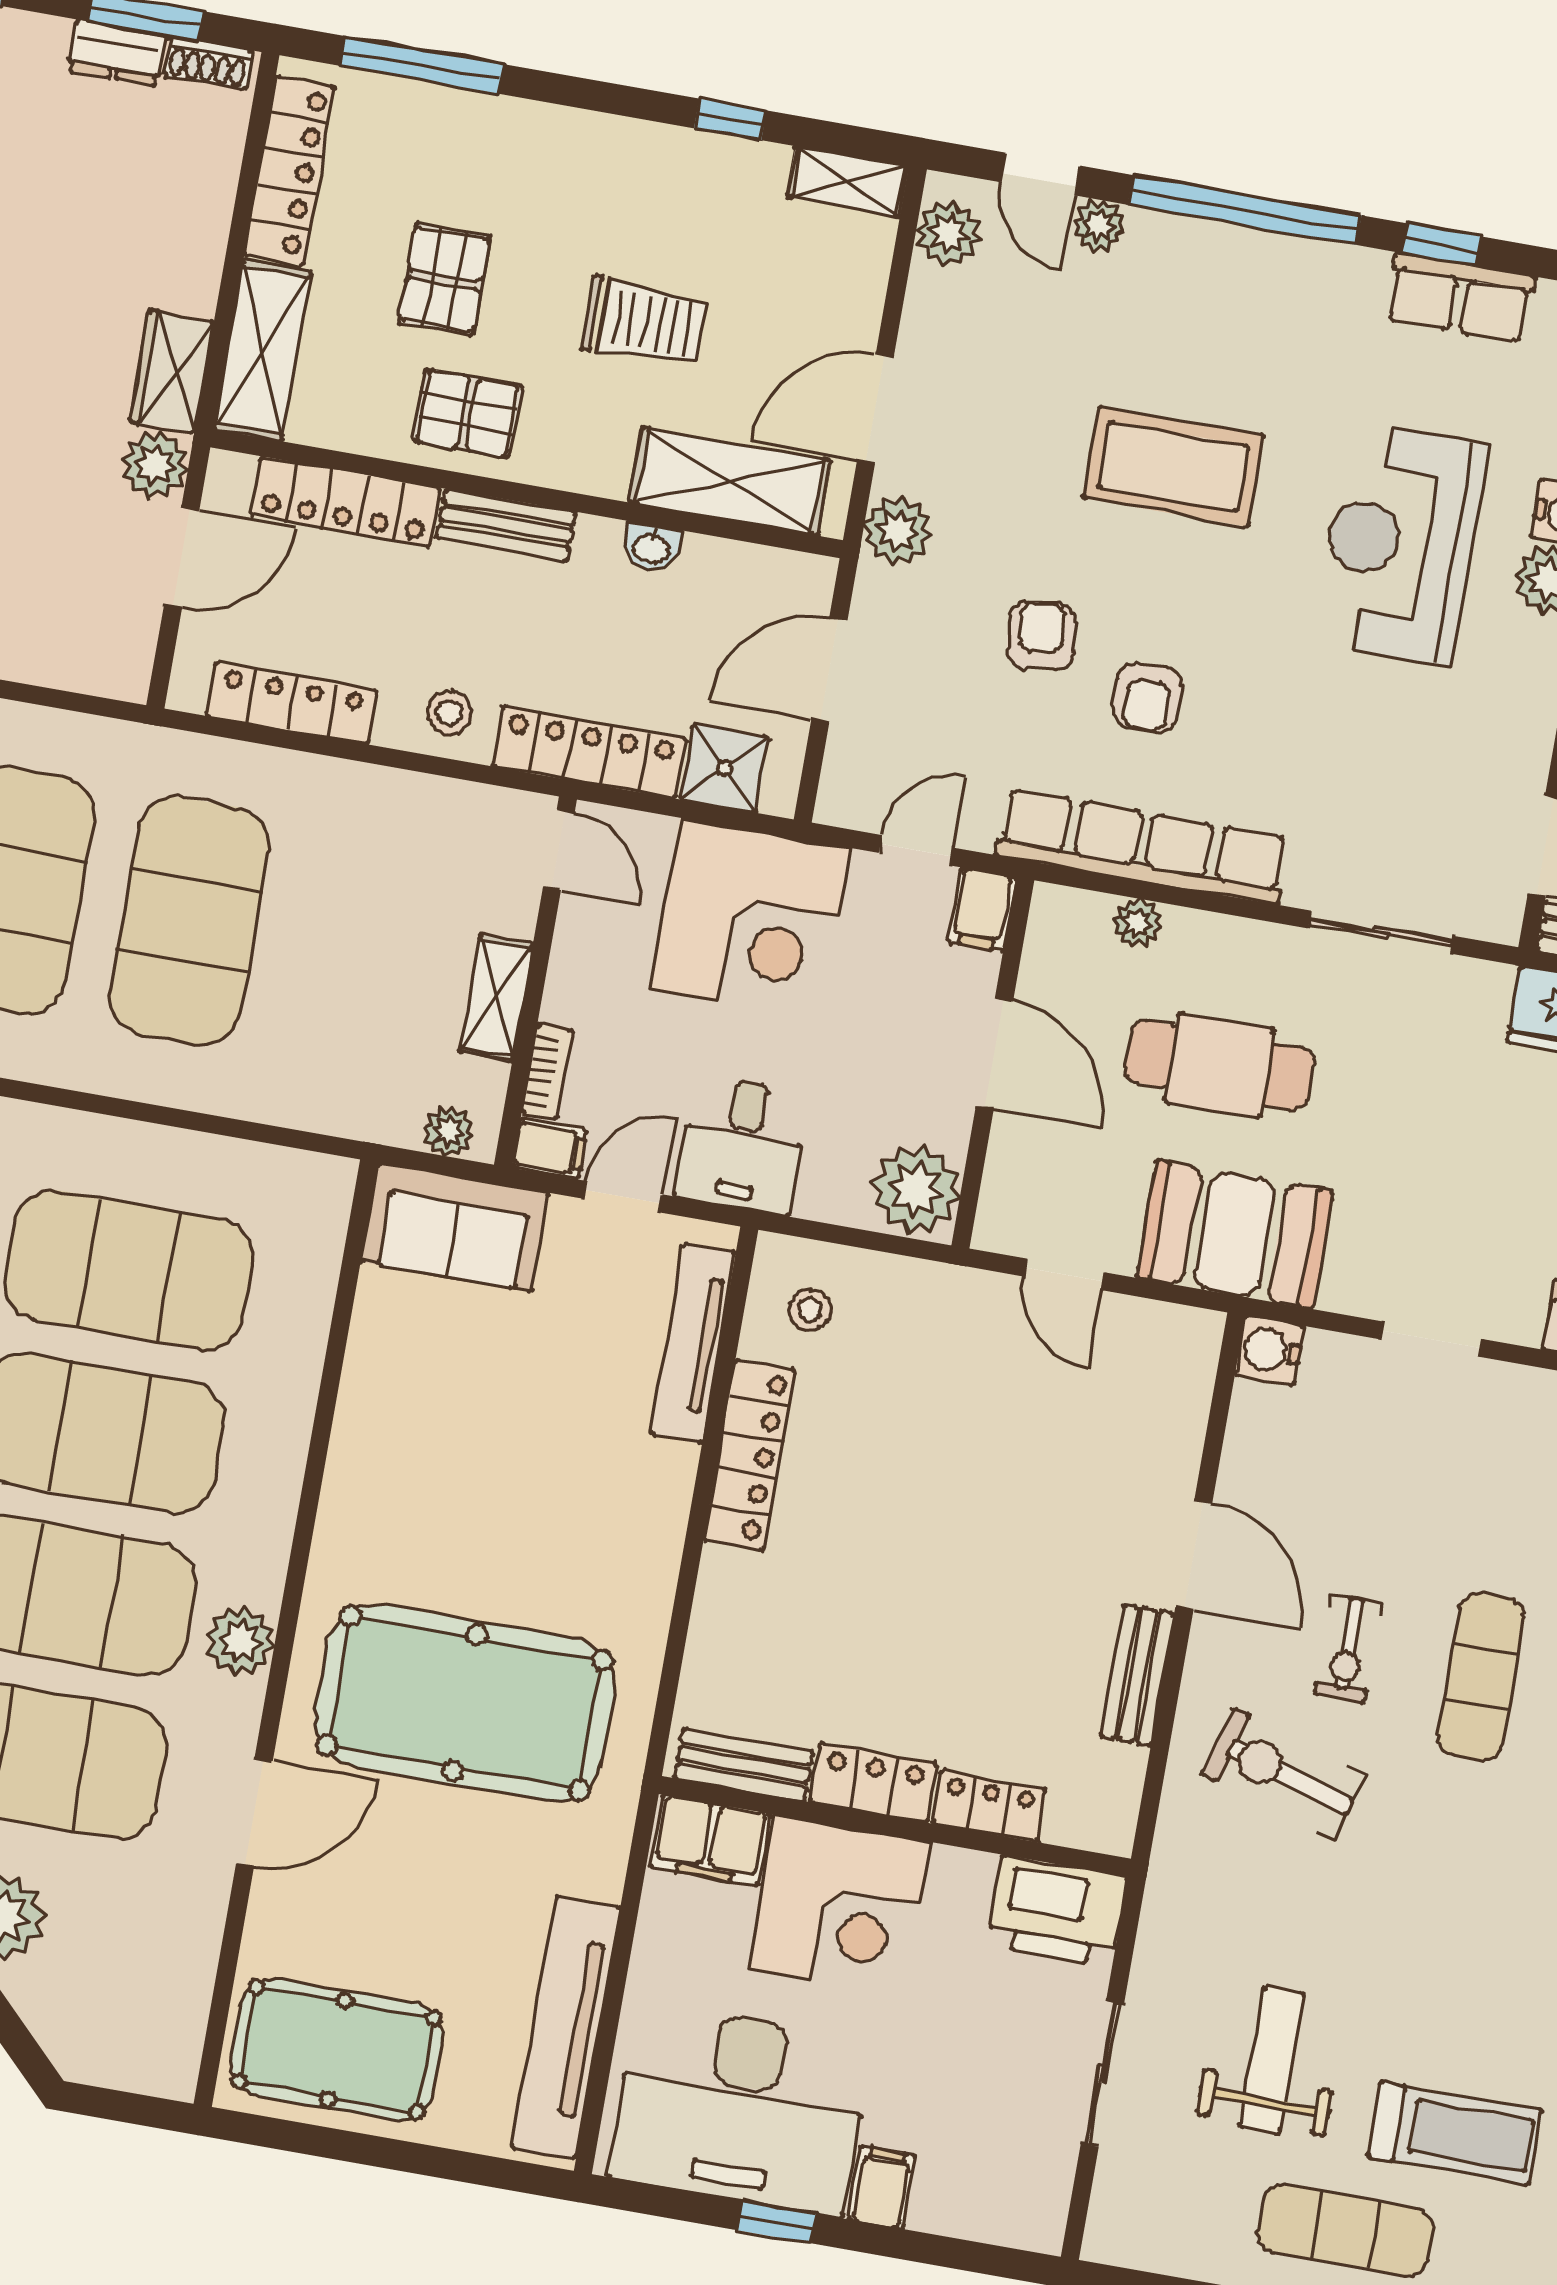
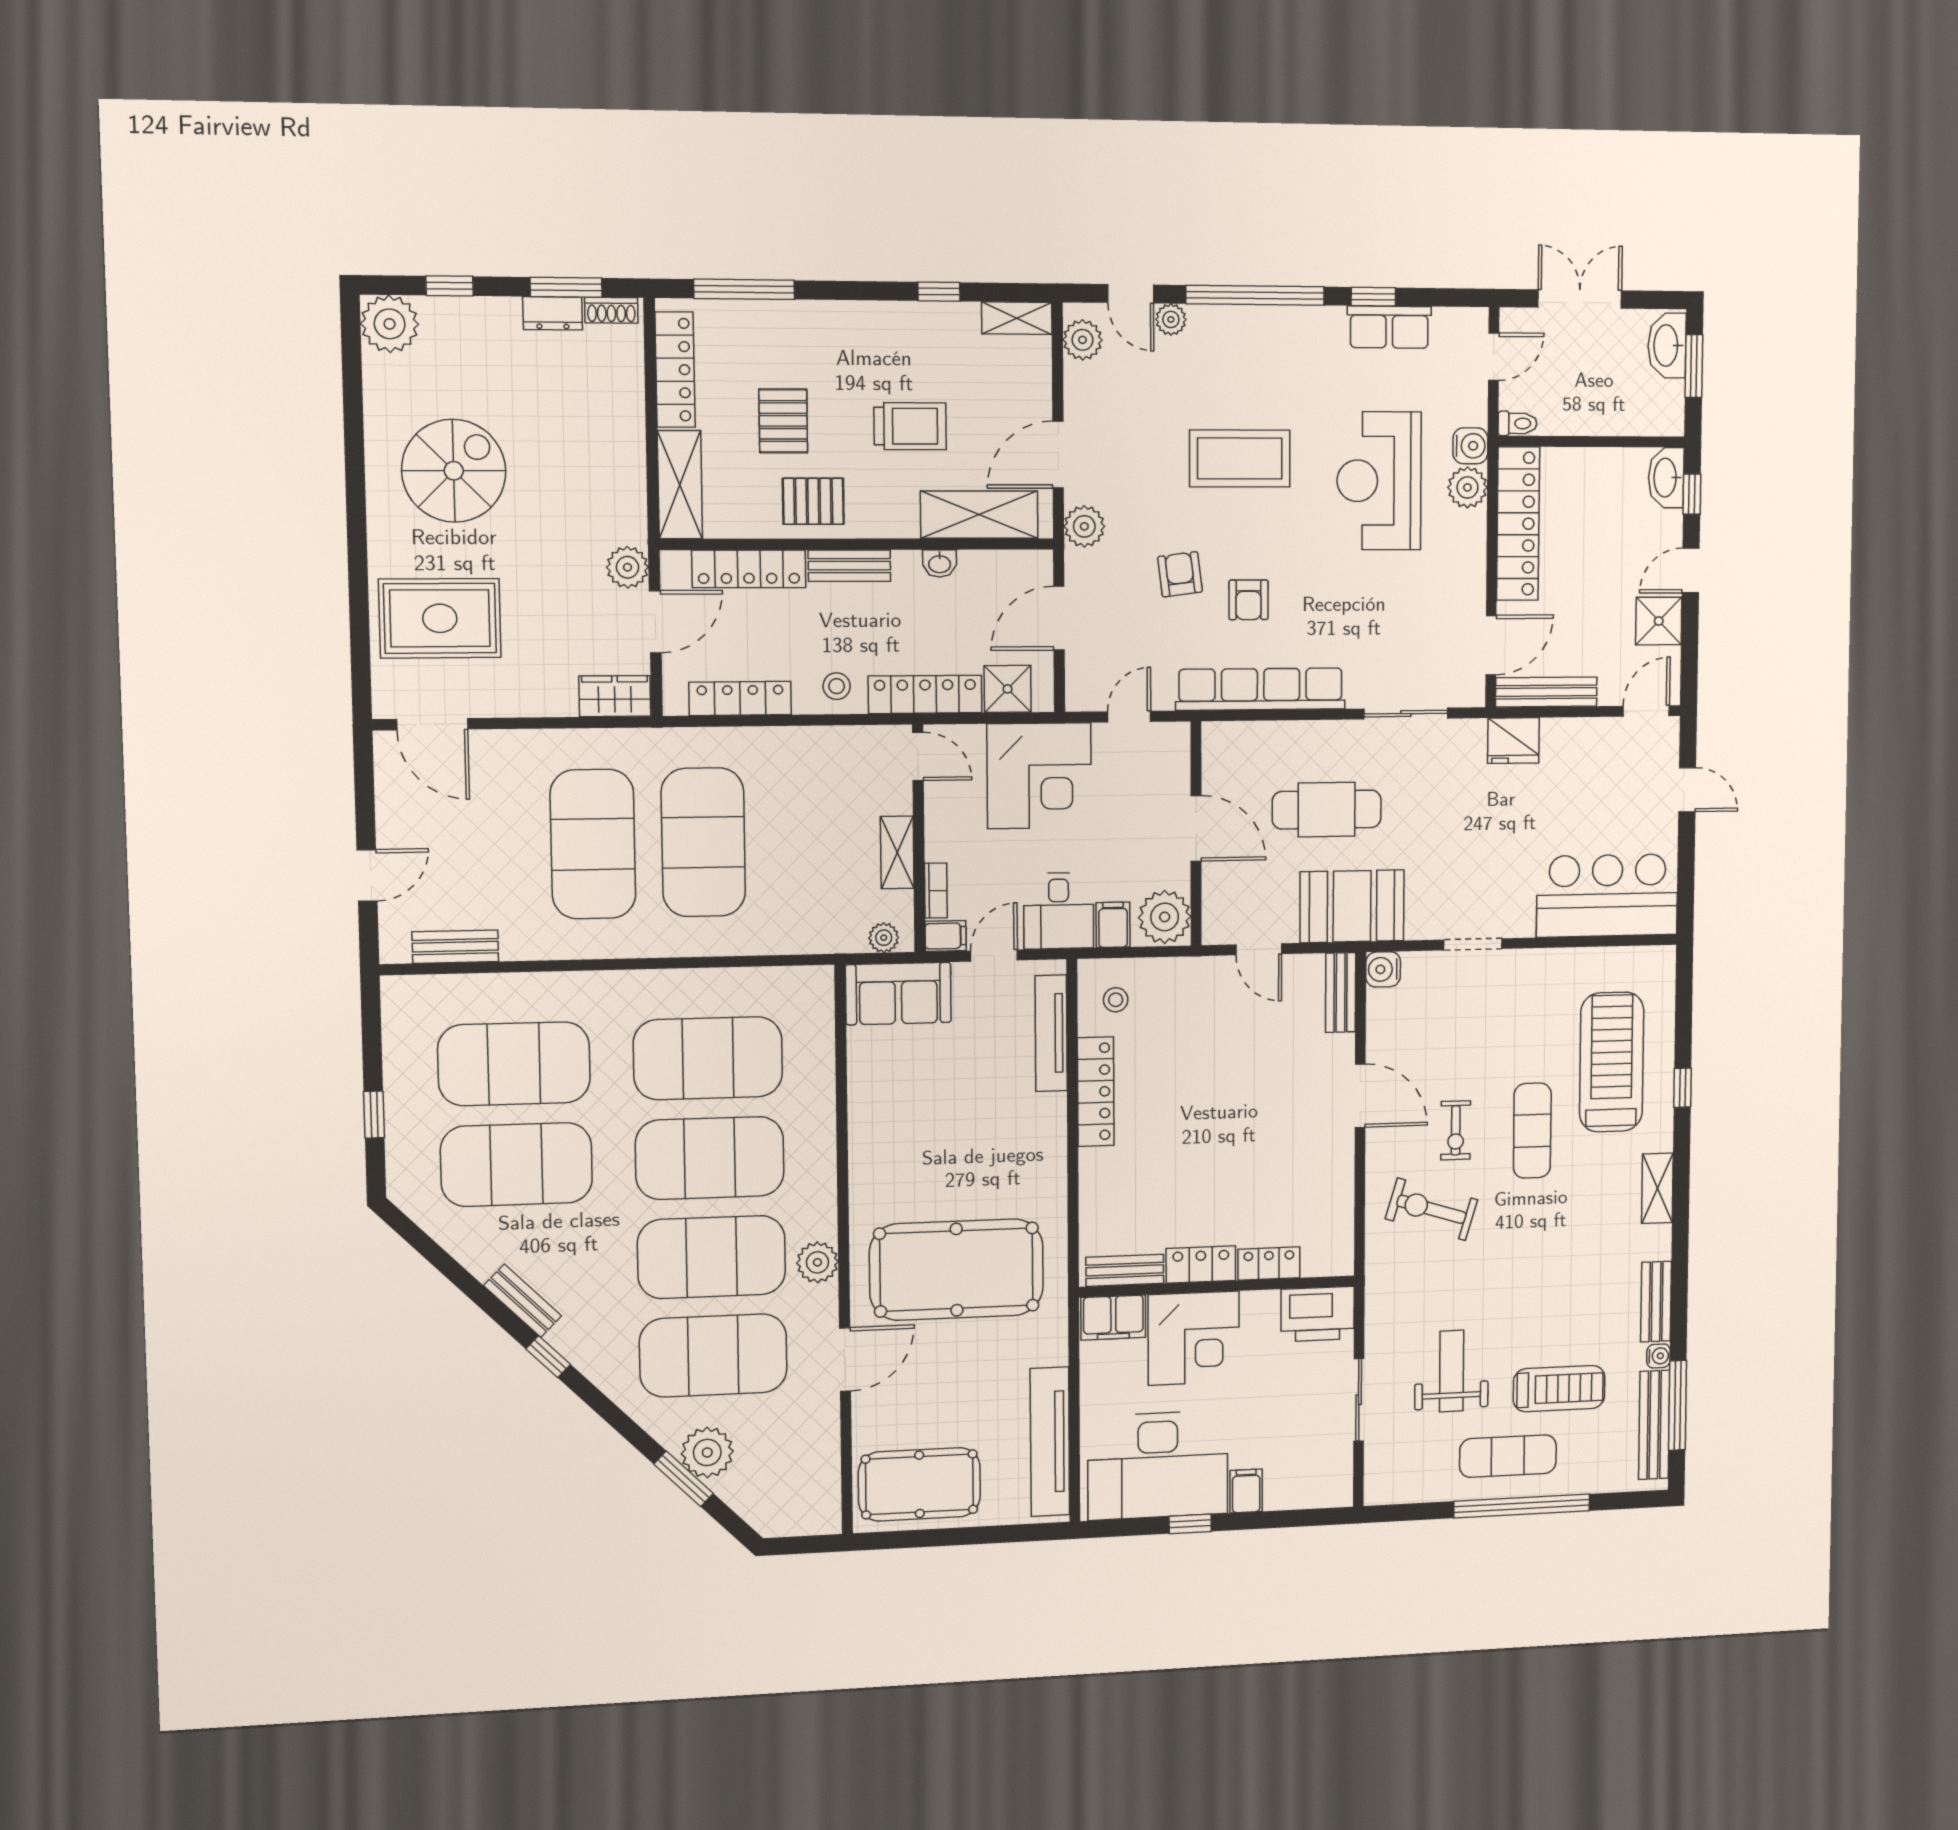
wardrobe: (172, 372) -> (615, 696), moved, turned 90
filing cabinet: (982, 909) -> (1113, 925), moved, turned 180
plant: (1137, 923) -> (1265, 735), removed
bench: (1137, 1675) -> (1341, 993), moved

